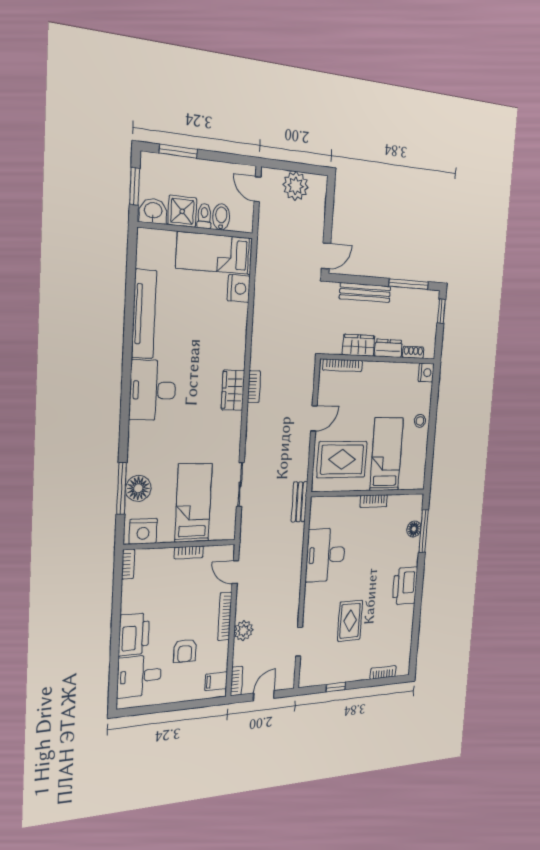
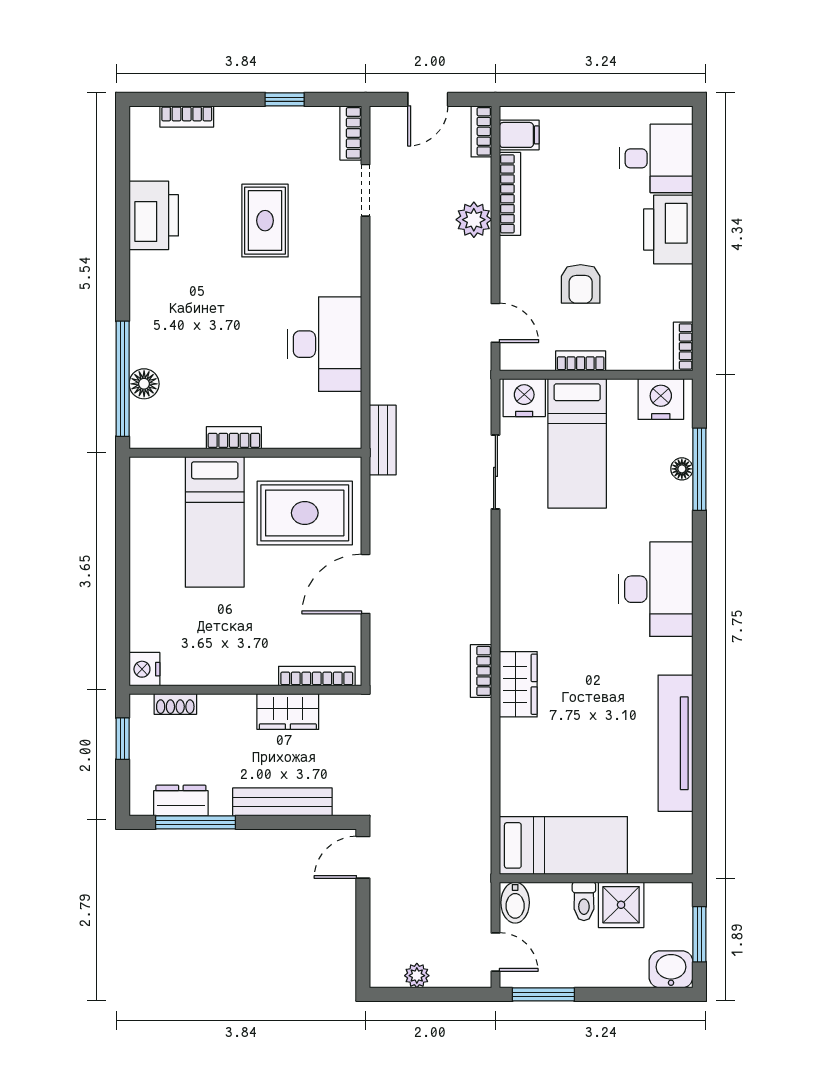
window: (178, 151) -> (543, 994), moved
plant: (296, 186) -> (417, 976), width x0.53, depth x0.53
washbasin: (153, 211) -> (671, 969), moved, turned 180
bidet: (221, 217) -> (515, 903), moved
nightstand: (239, 289) -> (524, 398), moved, turned 90
window: (441, 311) -> (123, 739), moved
dresser: (388, 348) -> (181, 801), moved, turned 180
bookcase: (254, 387) -> (481, 671), moved
desk: (153, 390) -> (656, 589), moved
wardrobe: (233, 390) -> (518, 684), moved
door: (314, 418) -> (366, 584), width x1.38
stool: (420, 421) -> (150, 582), removed
floor lamp: (138, 488) -> (682, 469), width x0.53, depth x0.53
window: (424, 531) -> (123, 379), width x1.46
printer: (405, 586) -> (154, 215), moved
bookcase: (225, 616) -> (510, 194), moved
armchair: (185, 651) -> (581, 284), moved, turned 180
bookcase: (304, 673) -> (351, 133), added

